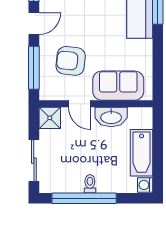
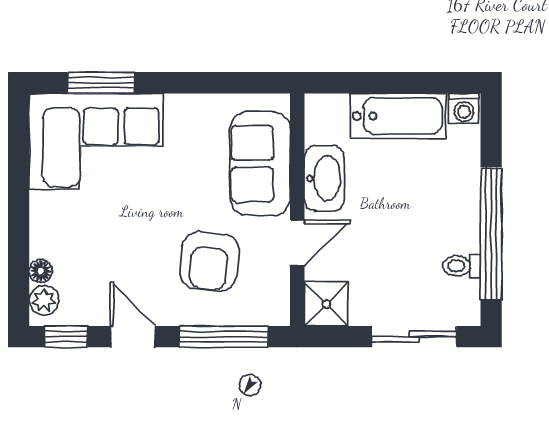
toilet: (90, 184) -> (462, 266), moved

